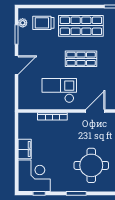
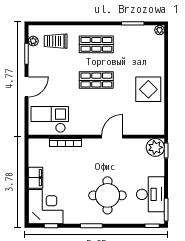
shop shelf: (81, 26) -> (96, 44), width x0.70, depth x0.74
checkout: (59, 90) -> (50, 119), moved

